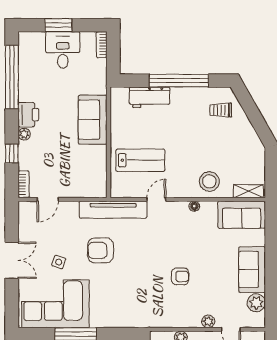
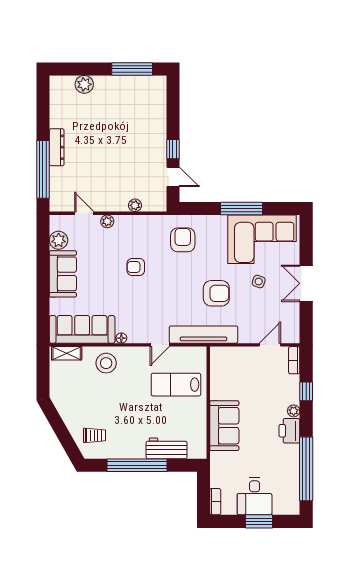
sofa: (242, 215) -> (82, 329), width x1.36
armchair: (134, 303) -> (183, 240), added

